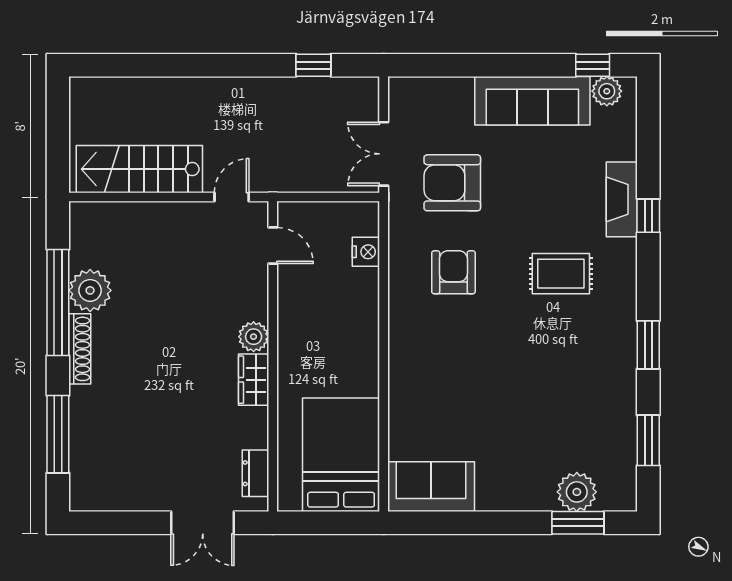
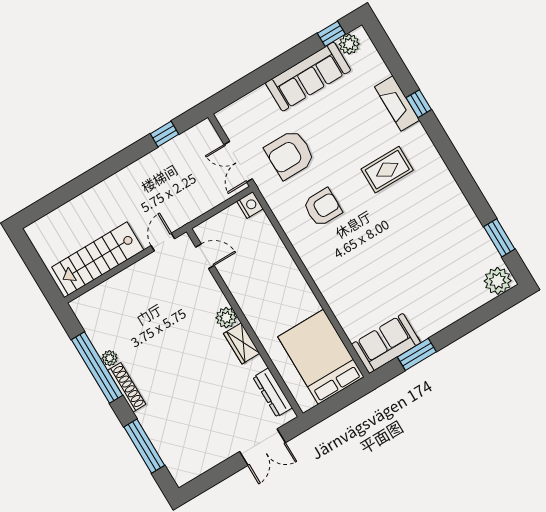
nightstand: (366, 252) -> (250, 205), moved
armchair: (453, 272) -> (323, 207), turned 90
plant: (90, 290) -> (110, 358), width x0.53, depth x0.53
window: (648, 345) -> (465, 181), removed
dresser: (255, 473) -> (273, 392), width x1.44
plant: (577, 492) -> (498, 281), moved
window: (578, 523) -> (417, 354), moved

